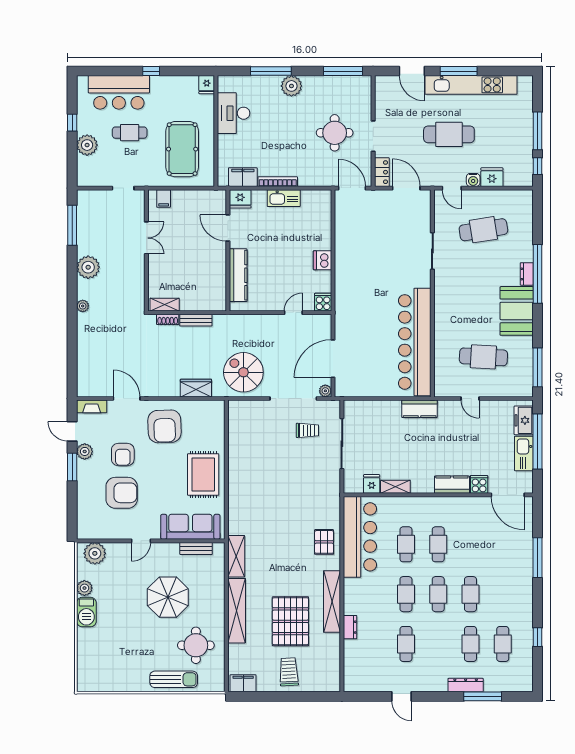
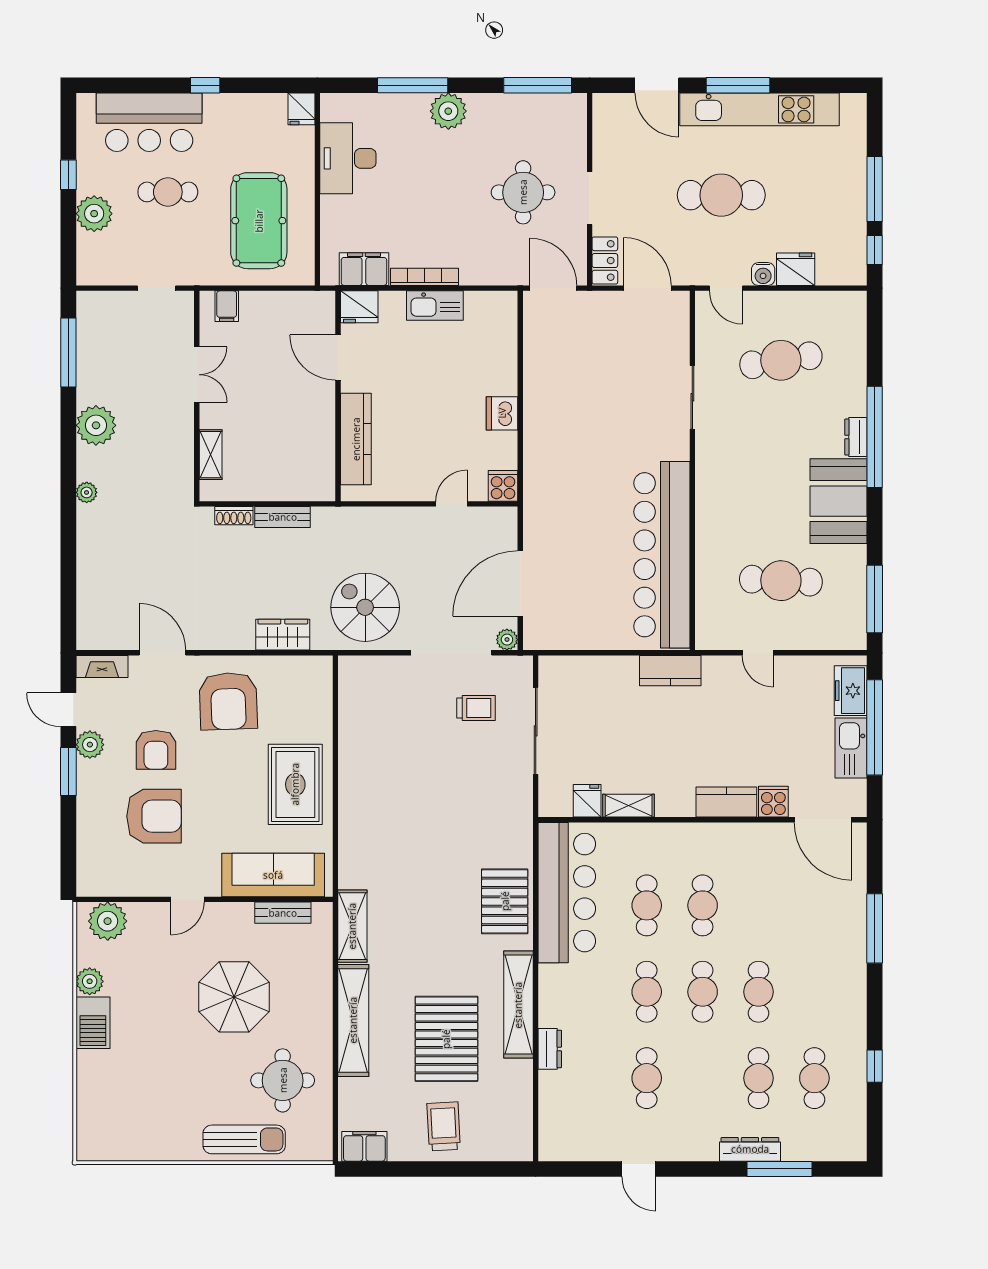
shelving: (165, 305) -> (211, 455), moved, turned 90
pallet: (324, 542) -> (505, 901), width x1.50, depth x1.42

